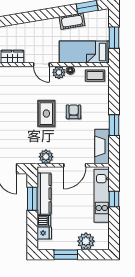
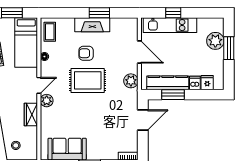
plant: (59, 72) -> (47, 101), moved
rug: (46, 114) -> (88, 80), width x1.36, depth x1.43
fireplace: (102, 146) -> (92, 25), moved
window: (66, 255) -> (229, 48), moved

